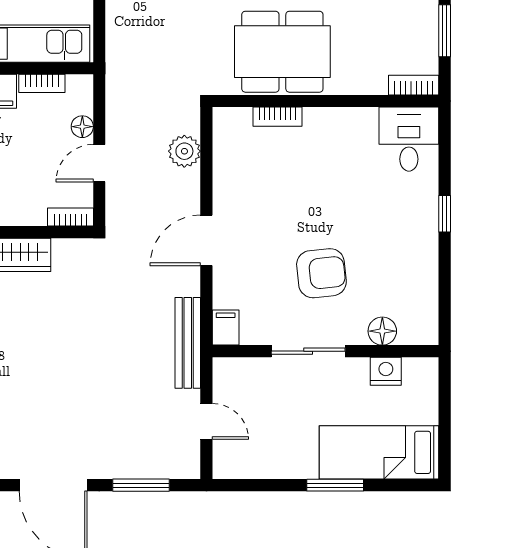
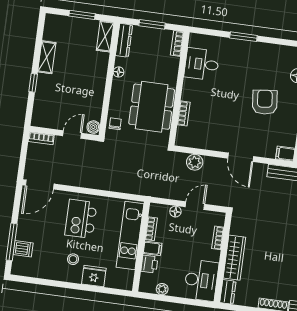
desk: (409, 139) -> (202, 64), moved
door: (99, 163) -> (195, 206), swing flipped
window: (445, 214) -> (243, 37), width x1.50
bookcase: (70, 217) -> (218, 238), moved

